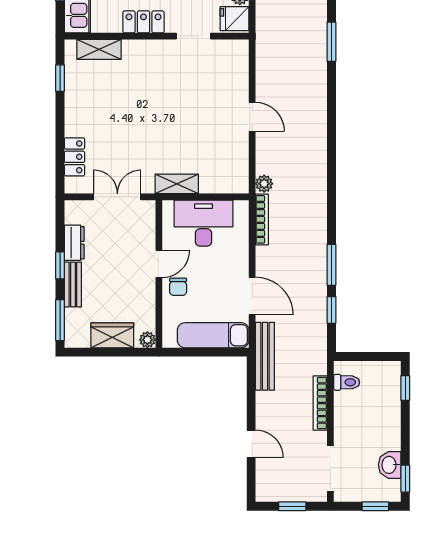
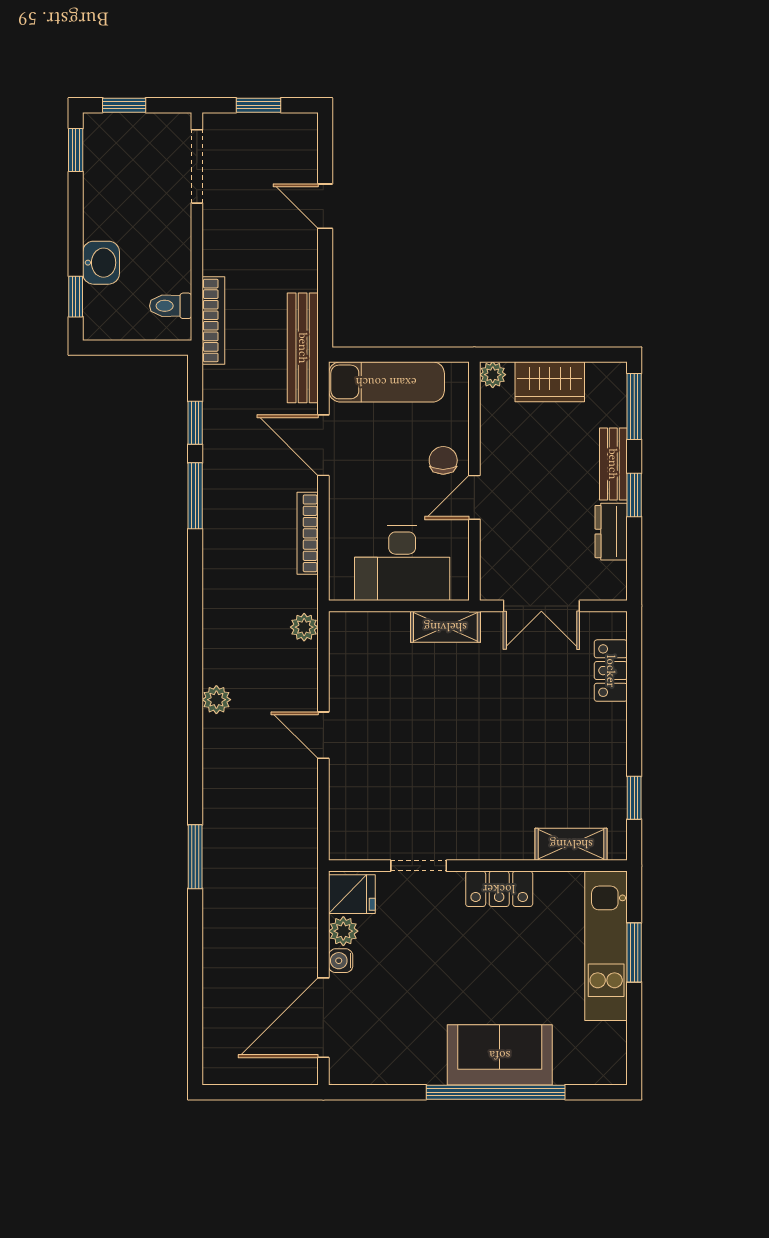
plant: (318, 139) -> (216, 700), added
bookcase: (262, 219) -> (308, 533), moved
bookcase: (320, 403) -> (213, 321), moved
washbasin: (390, 465) -> (101, 263), moved

